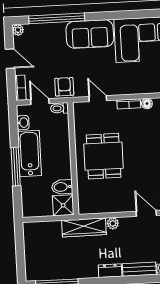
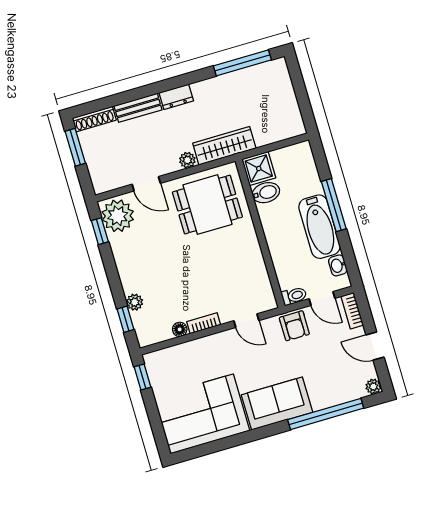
dining table: (104, 156) -> (207, 205), moved, turned 90

